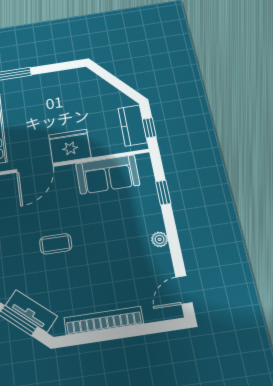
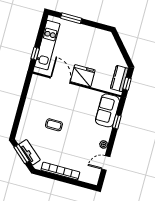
door: (35, 168) -> (60, 80), swing flipped
sofa: (108, 174) -> (107, 110), moved, turned 90
door: (184, 290) -> (106, 163), moved

